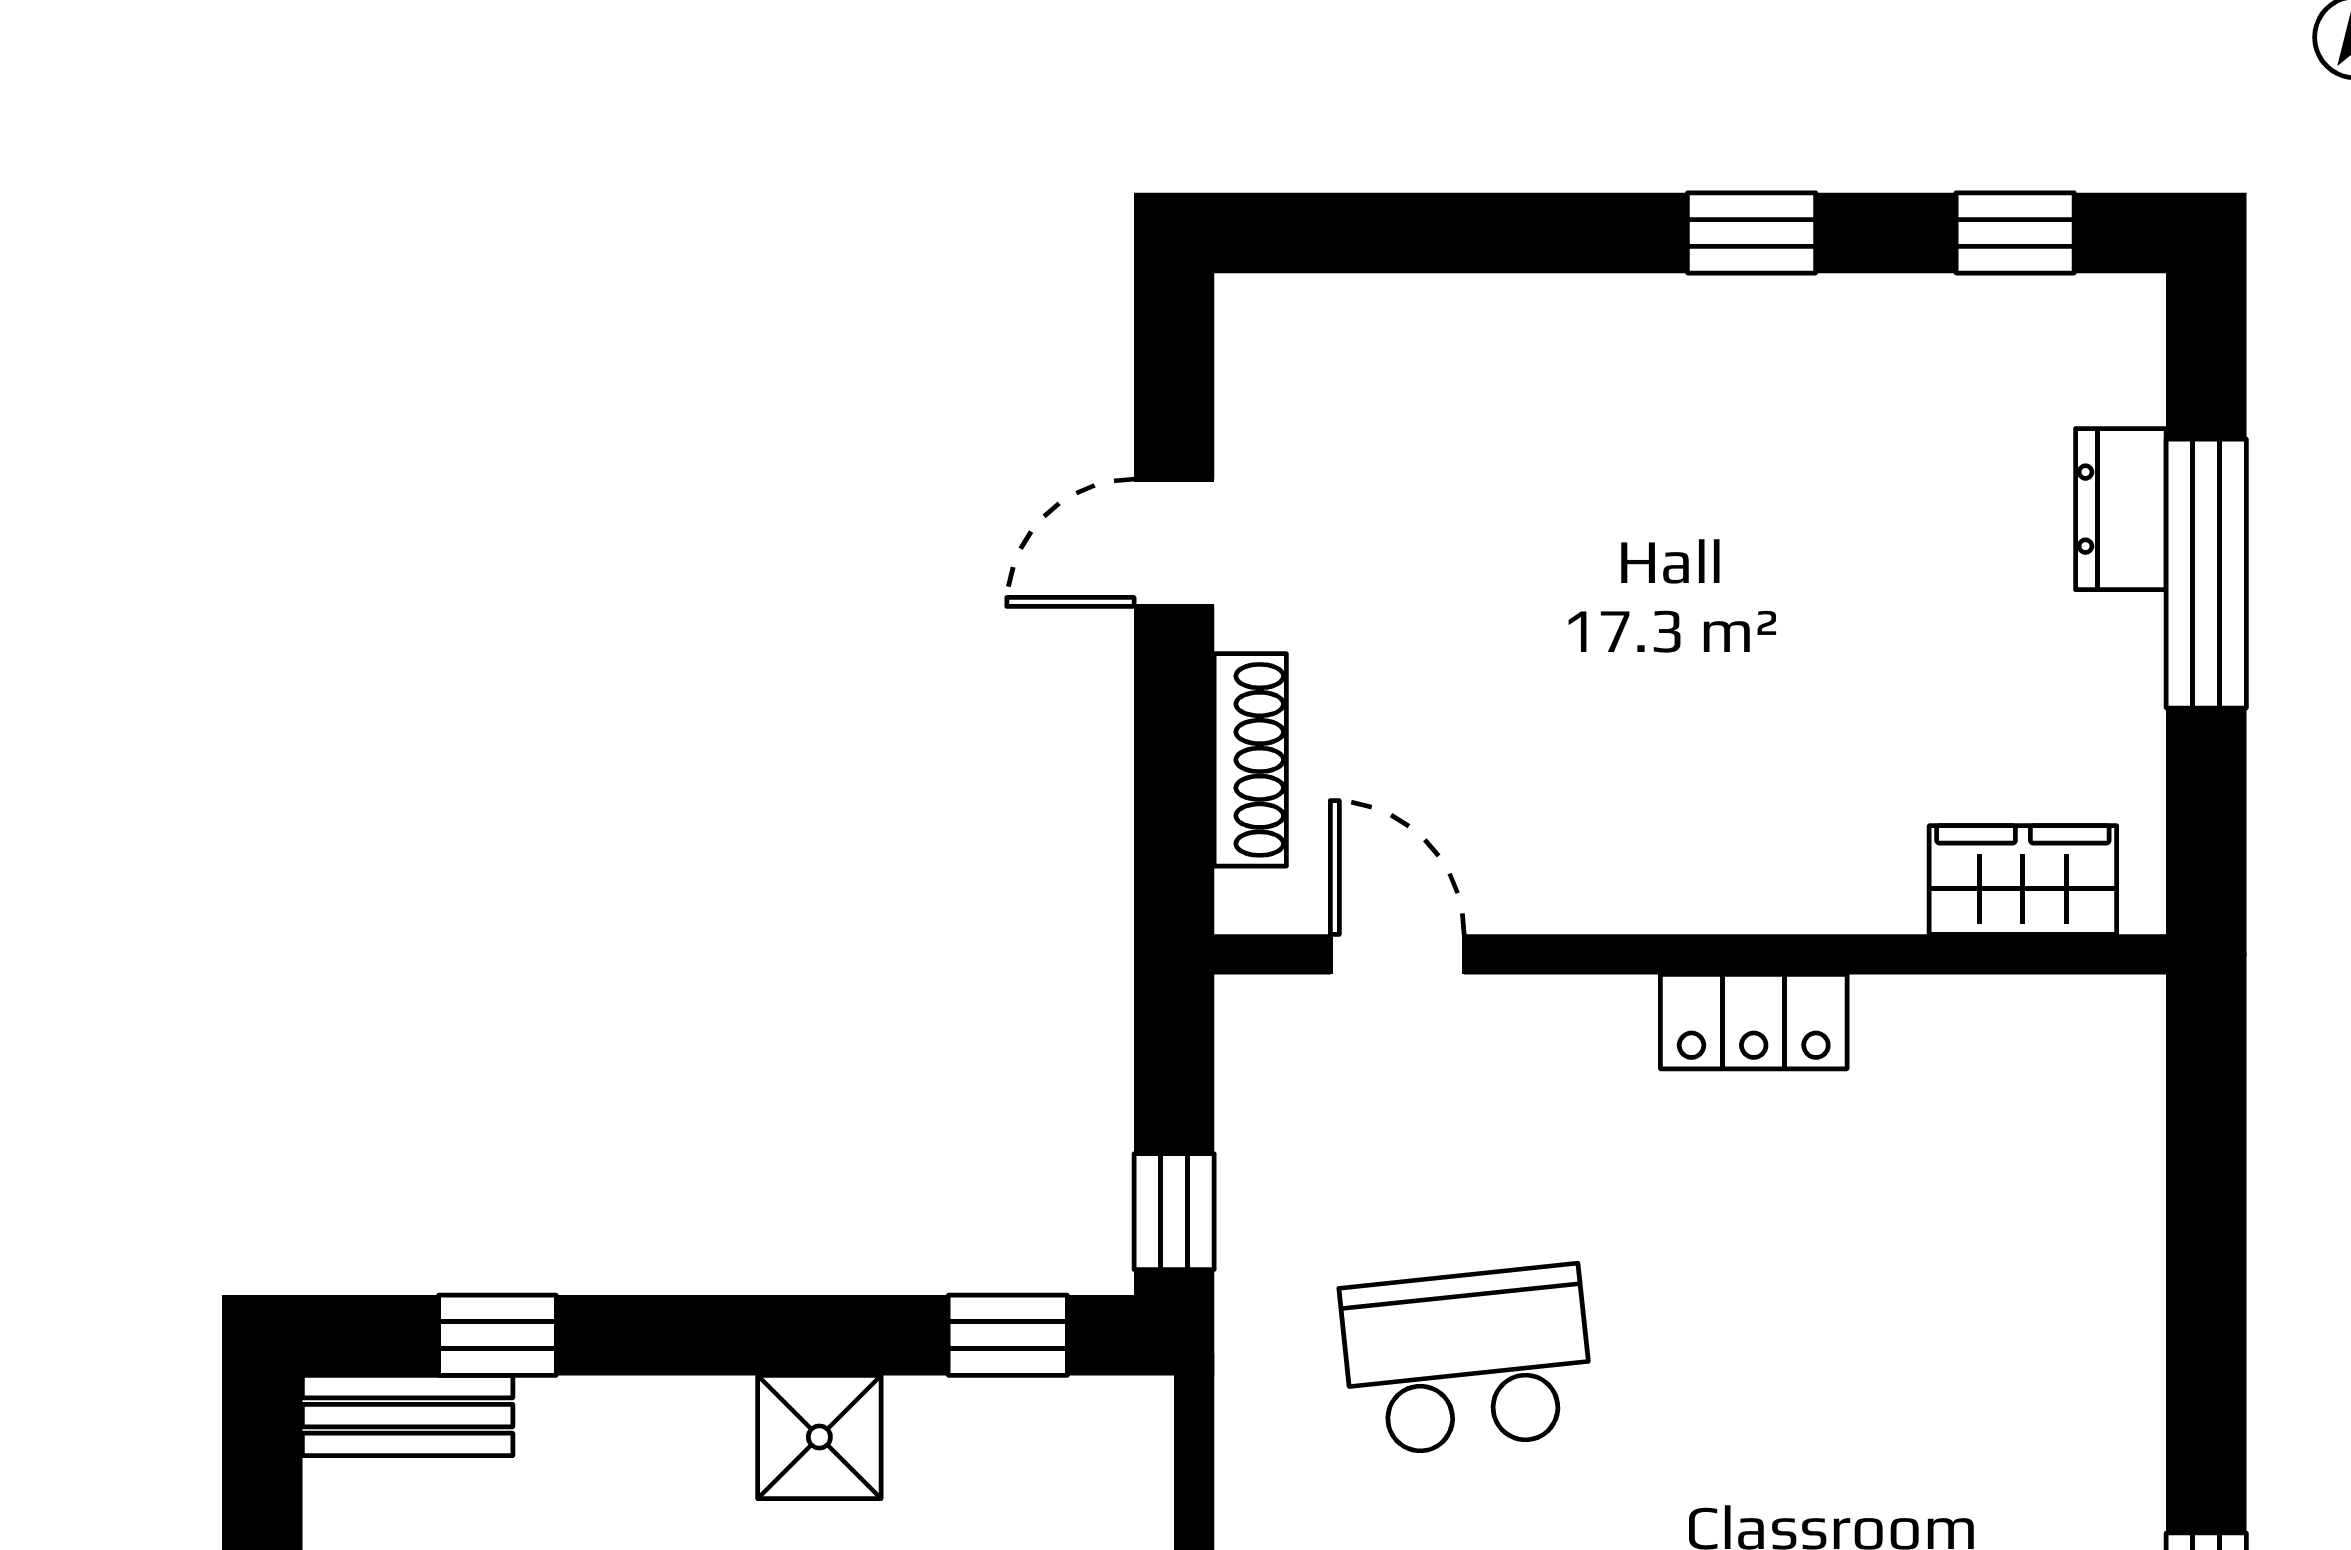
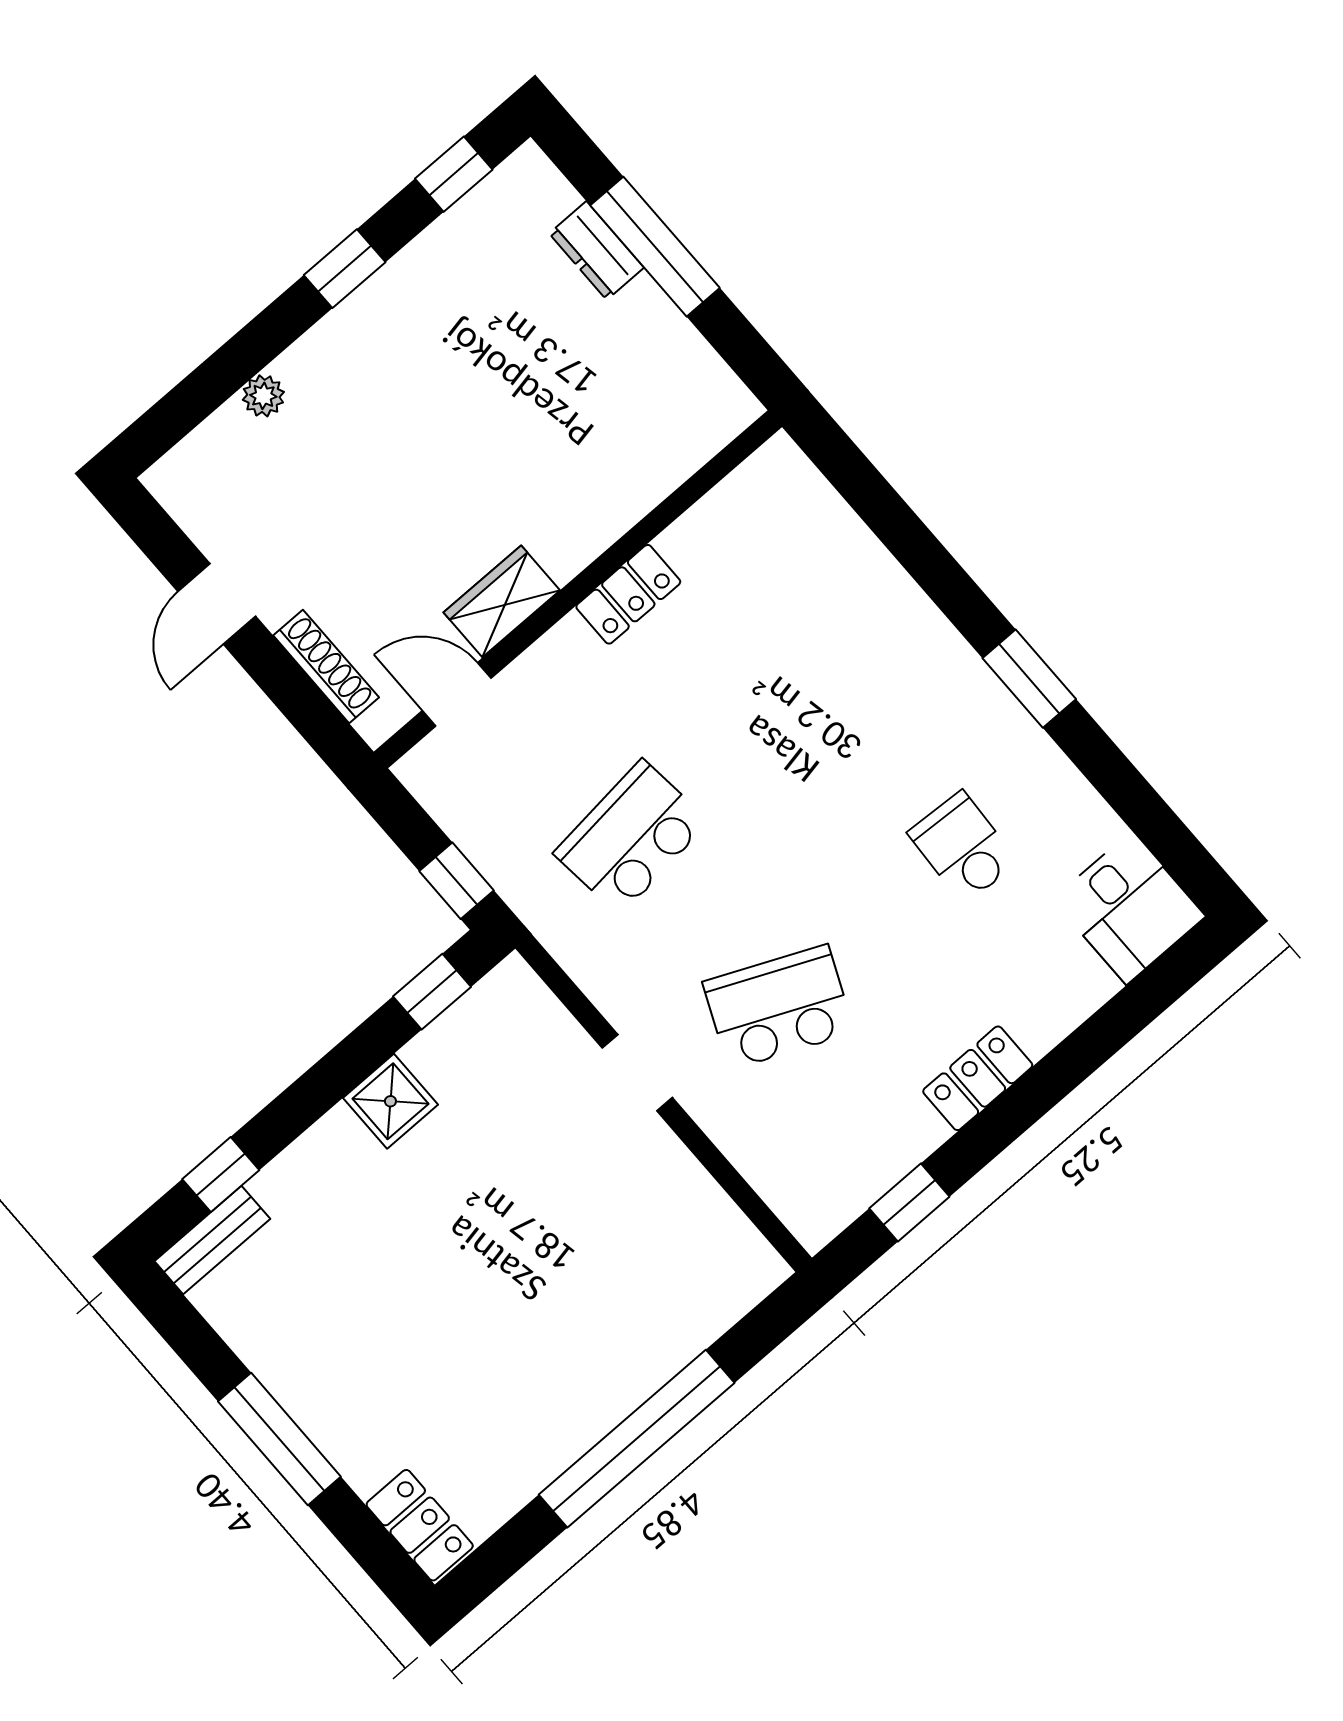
plant: (1487, 311) -> (263, 396), added
wardrobe: (2023, 880) -> (502, 601), moved

